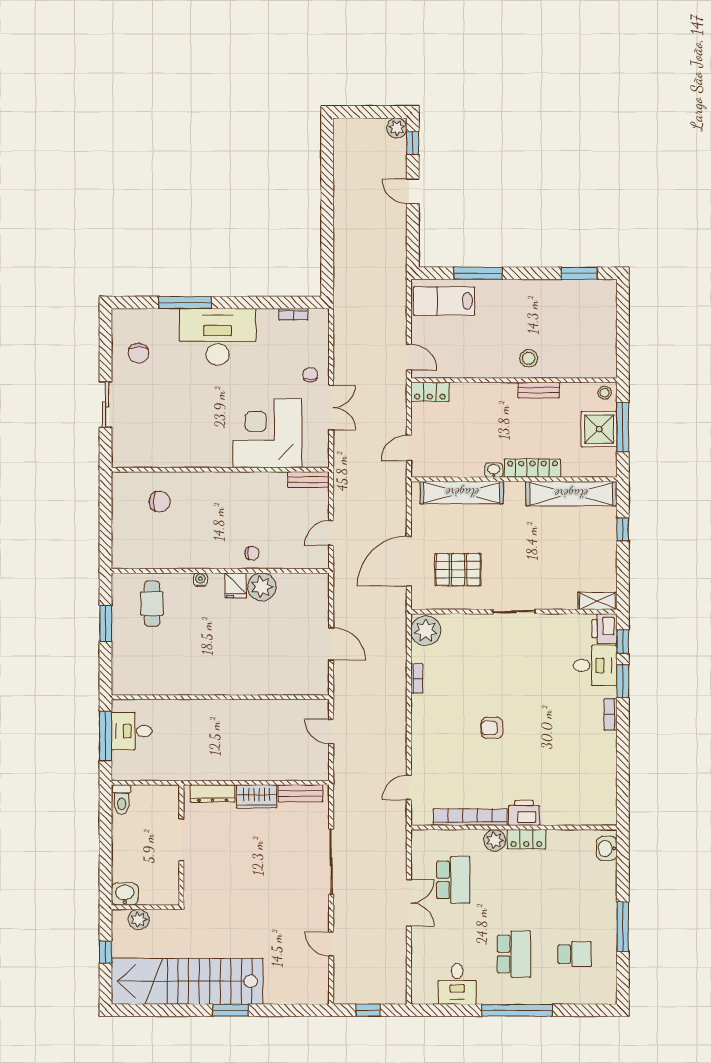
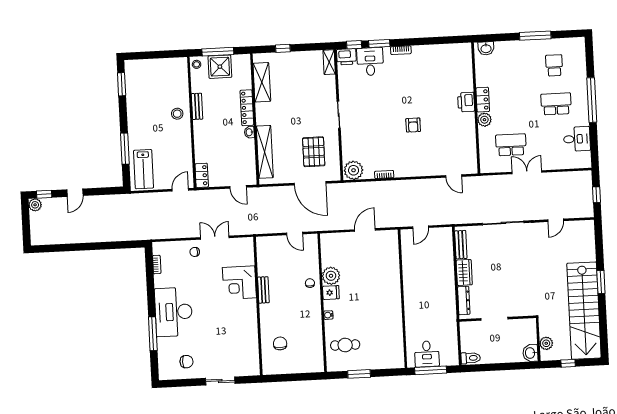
corner desk: (267, 433) -> (239, 283), width x0.74, depth x0.74
bench: (308, 480) -> (263, 290), moved
shelving: (571, 494) -> (262, 82), width x0.68
bookcase: (470, 817) -> (471, 136), removed

